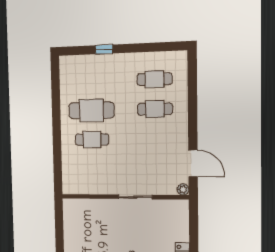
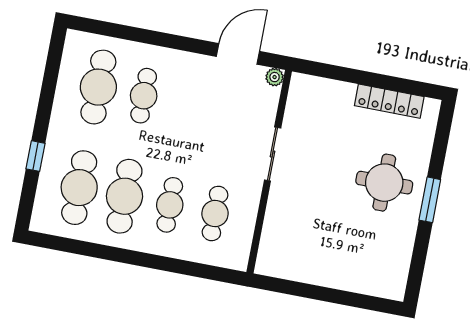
cafe table: (154, 79) -> (98, 87), width x1.37, depth x1.35
cafe table: (91, 81) -> (79, 188), added
cafe table: (93, 168) -> (215, 213), added

